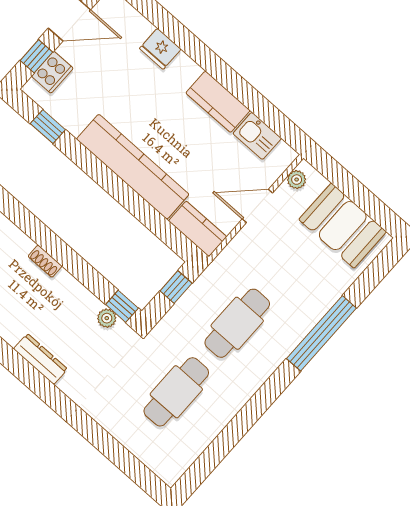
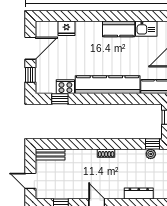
fridge: (160, 49) -> (66, 28), moved
cooker: (52, 72) -> (65, 87), moved, turned -90

